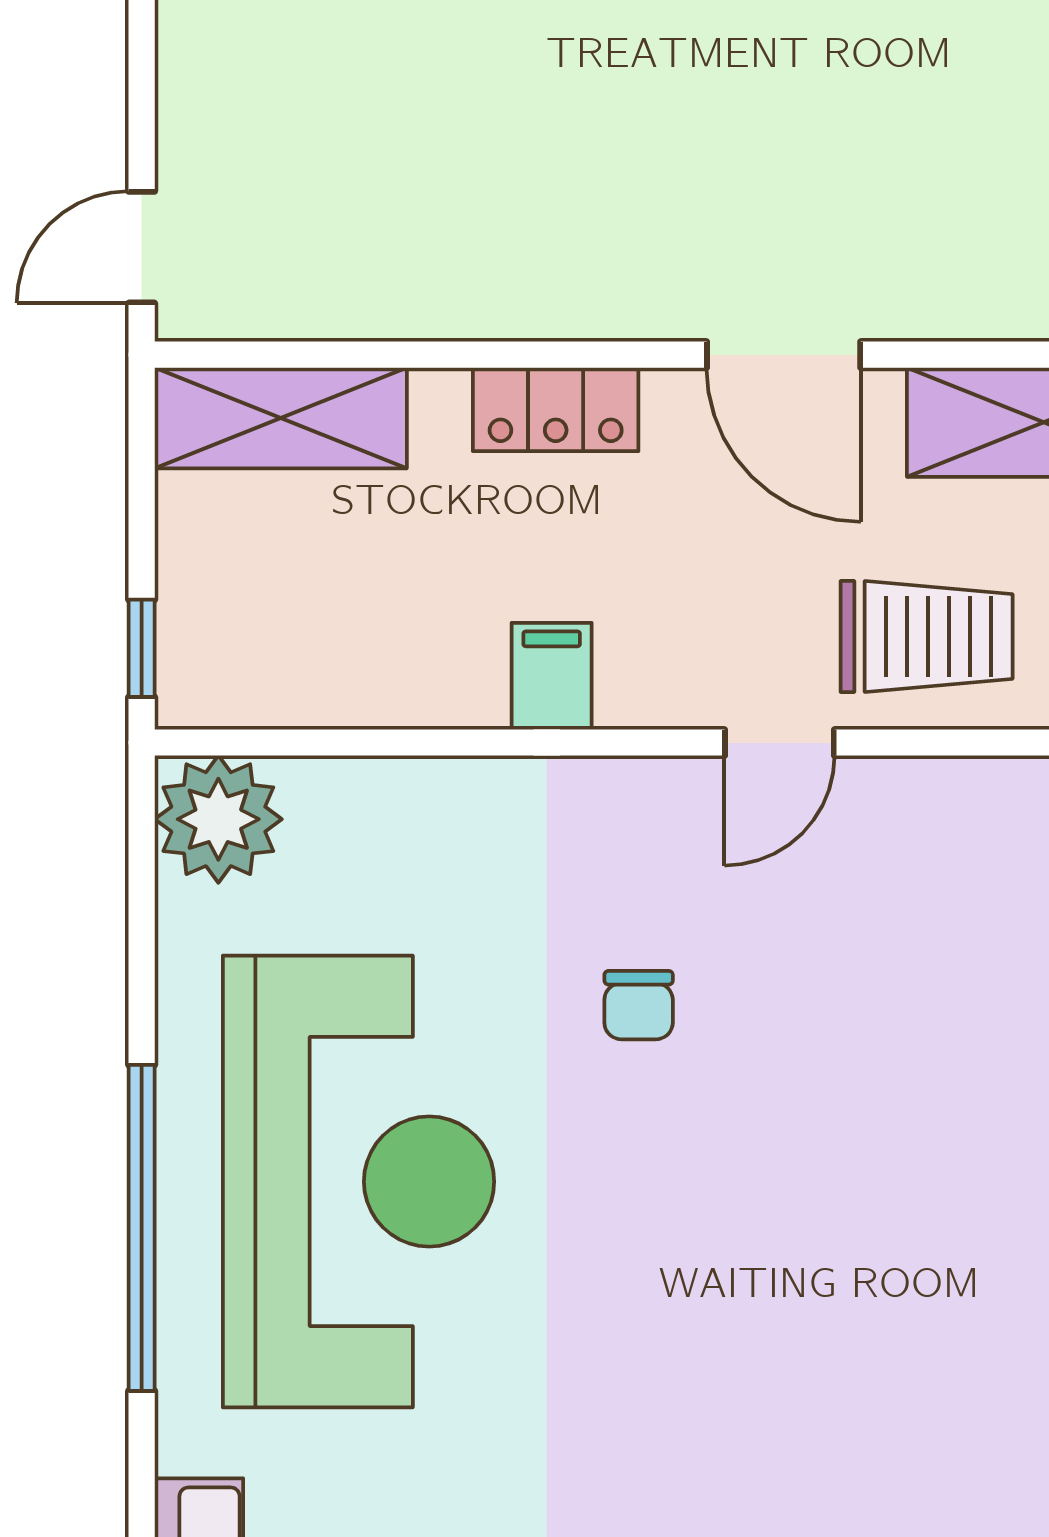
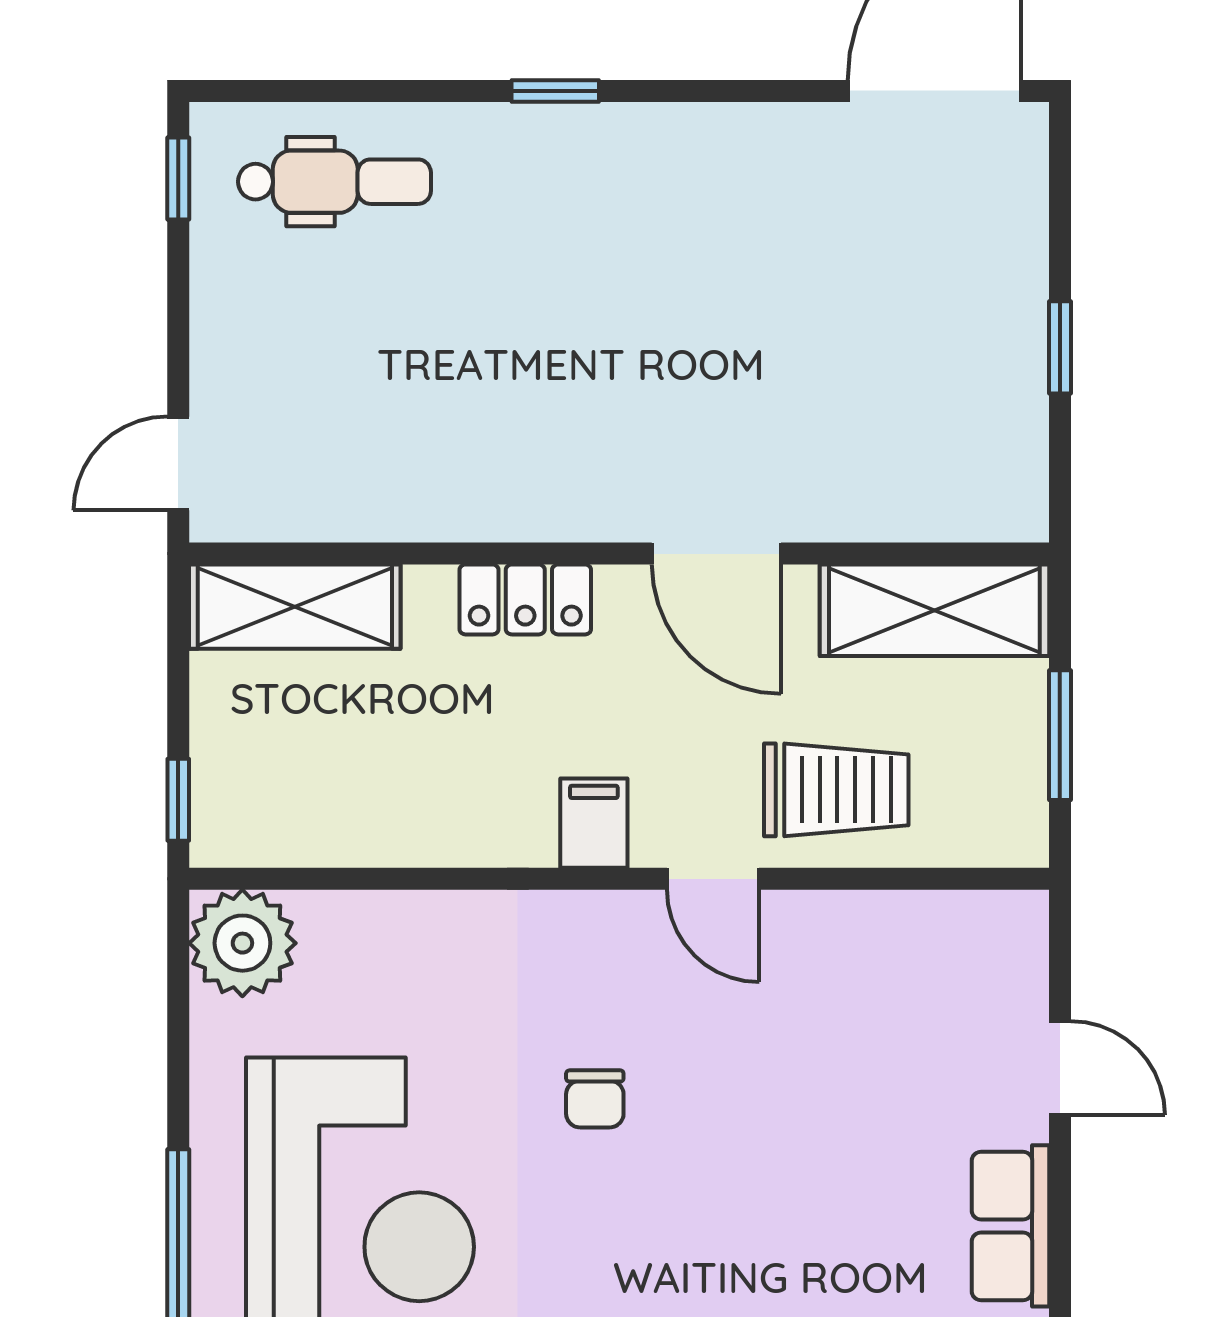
filing cabinet: (552, 676) -> (594, 823), moved
door: (779, 743) -> (713, 879), hinge flipped

